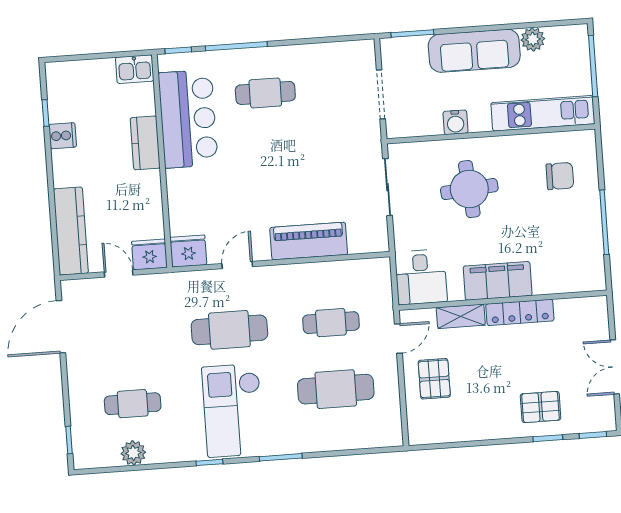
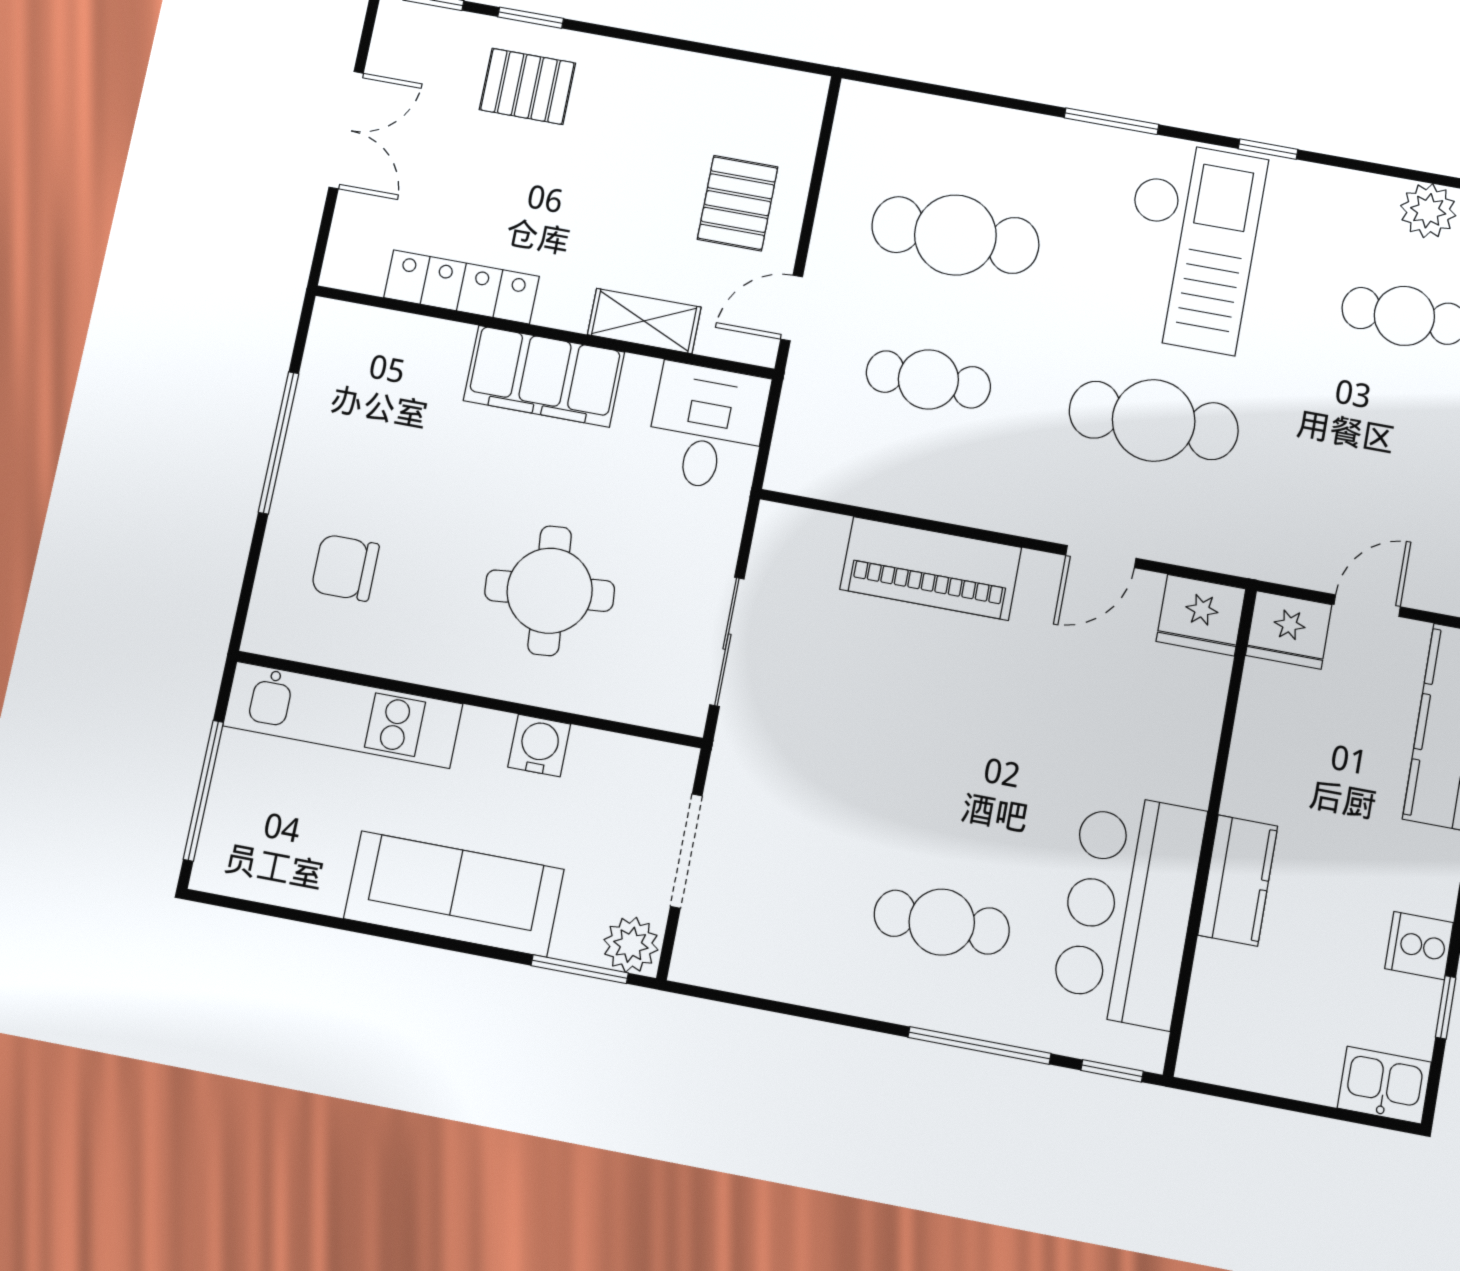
plant: (533, 39) -> (631, 945), moved
kitchen sink: (135, 69) -> (1384, 1085), moved
door: (119, 274) -> (1367, 606), swing flipped
locker: (520, 312) -> (461, 287), moved

